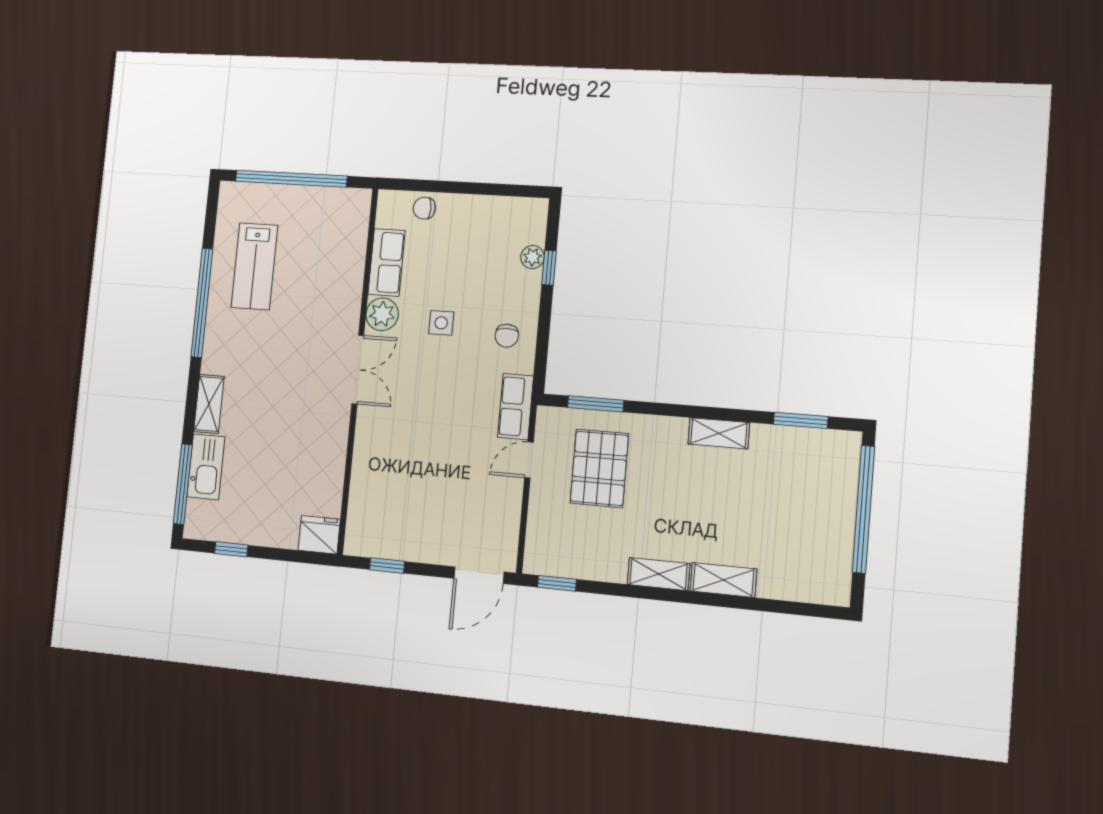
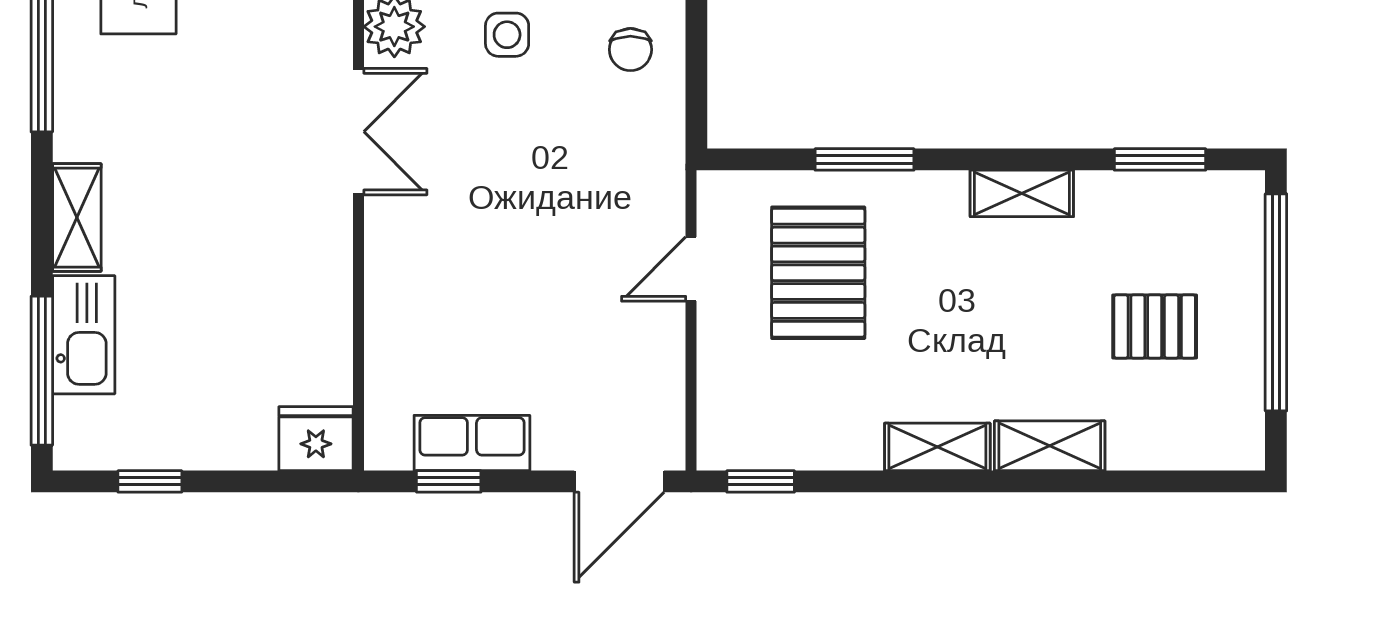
window: (596, 404) -> (865, 159), moved
row of seats: (516, 407) -> (472, 443), moved, turned 90
pallet: (790, 517) -> (1155, 327), added

